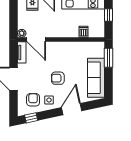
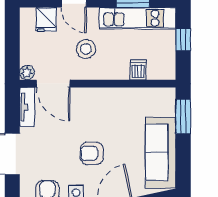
stool: (55, 20) -> (86, 49), added

